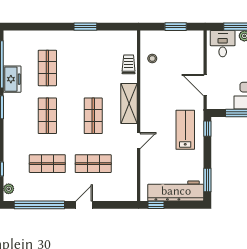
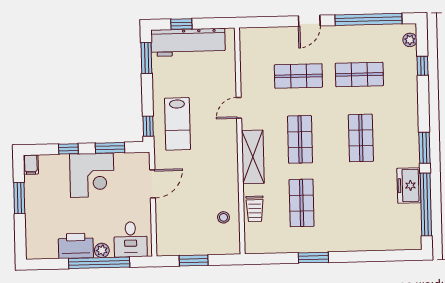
shop shelf: (47, 68) -> (302, 203), moved
door: (205, 85) -> (153, 184), hinge flipped
window: (156, 205) -> (181, 24), moved

